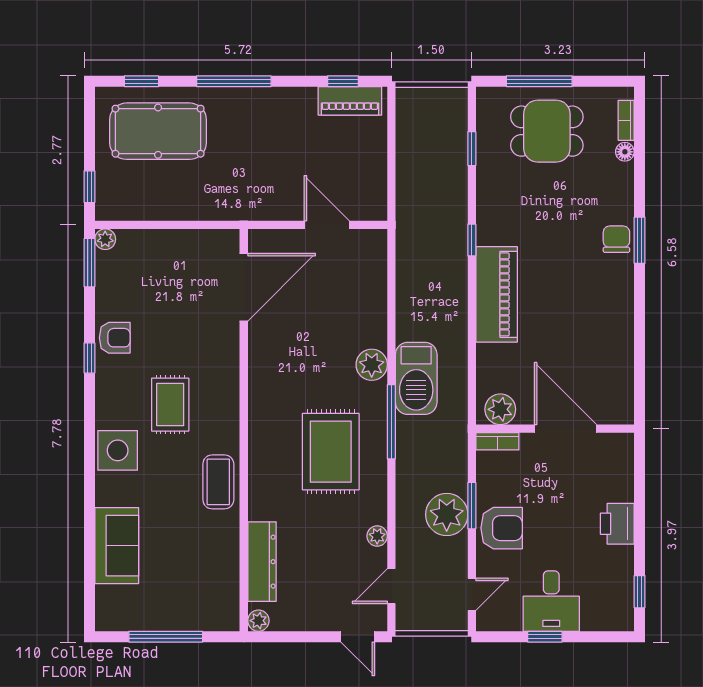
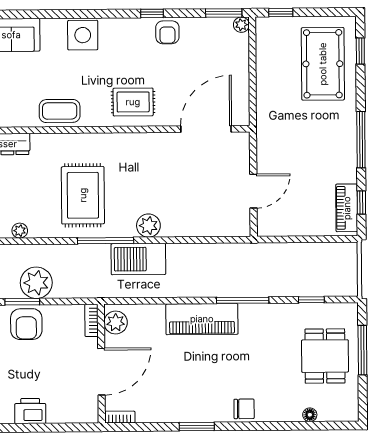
window: (234, 81) -> (361, 140), moved
bookcase: (626, 120) -> (120, 417), moved
window: (472, 240) -> (243, 300), width x2.17
window: (640, 240) -> (197, 427), moved
door: (244, 287) -> (206, 129), swing flipped
rug: (170, 405) -> (133, 102), moved
rug: (331, 452) -> (83, 195), turned 90
window: (472, 506) -> (22, 302), moved

